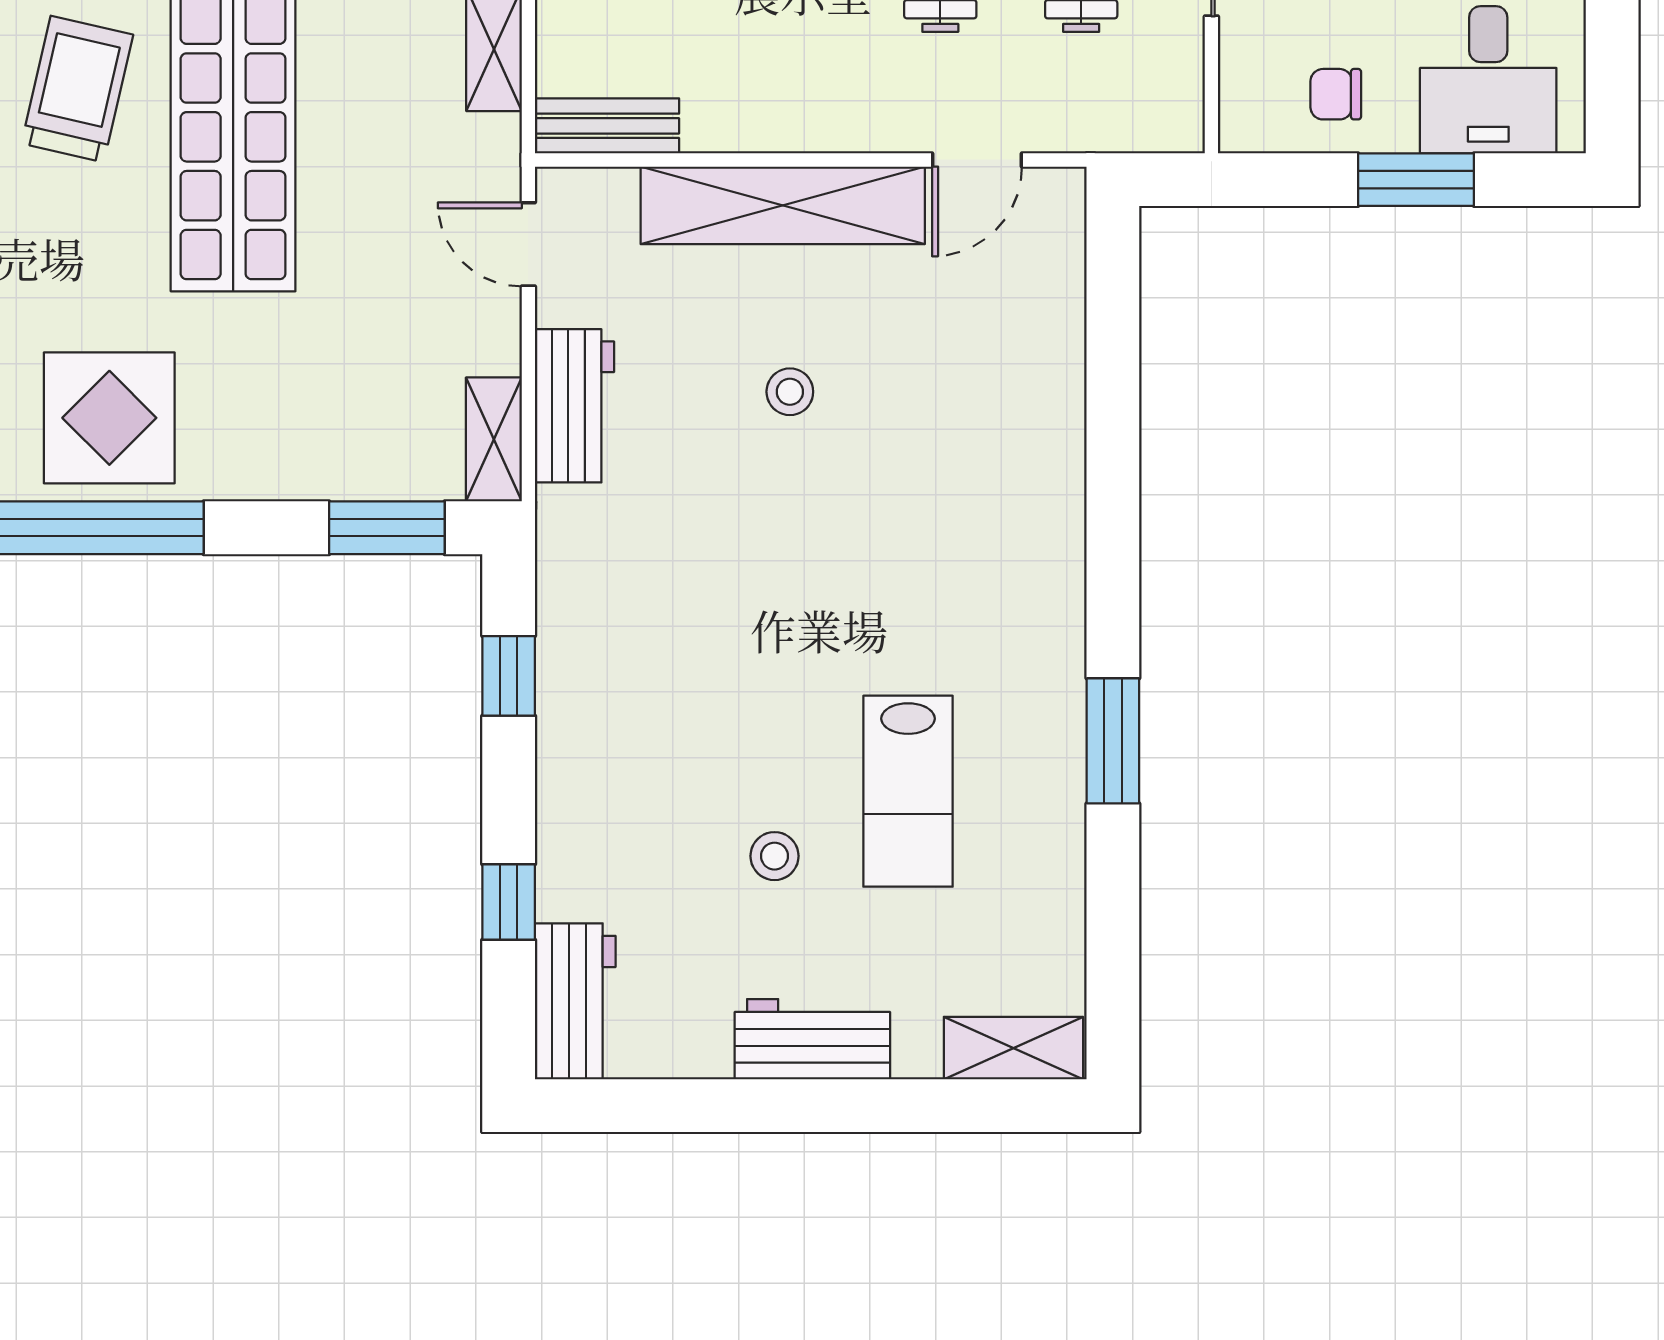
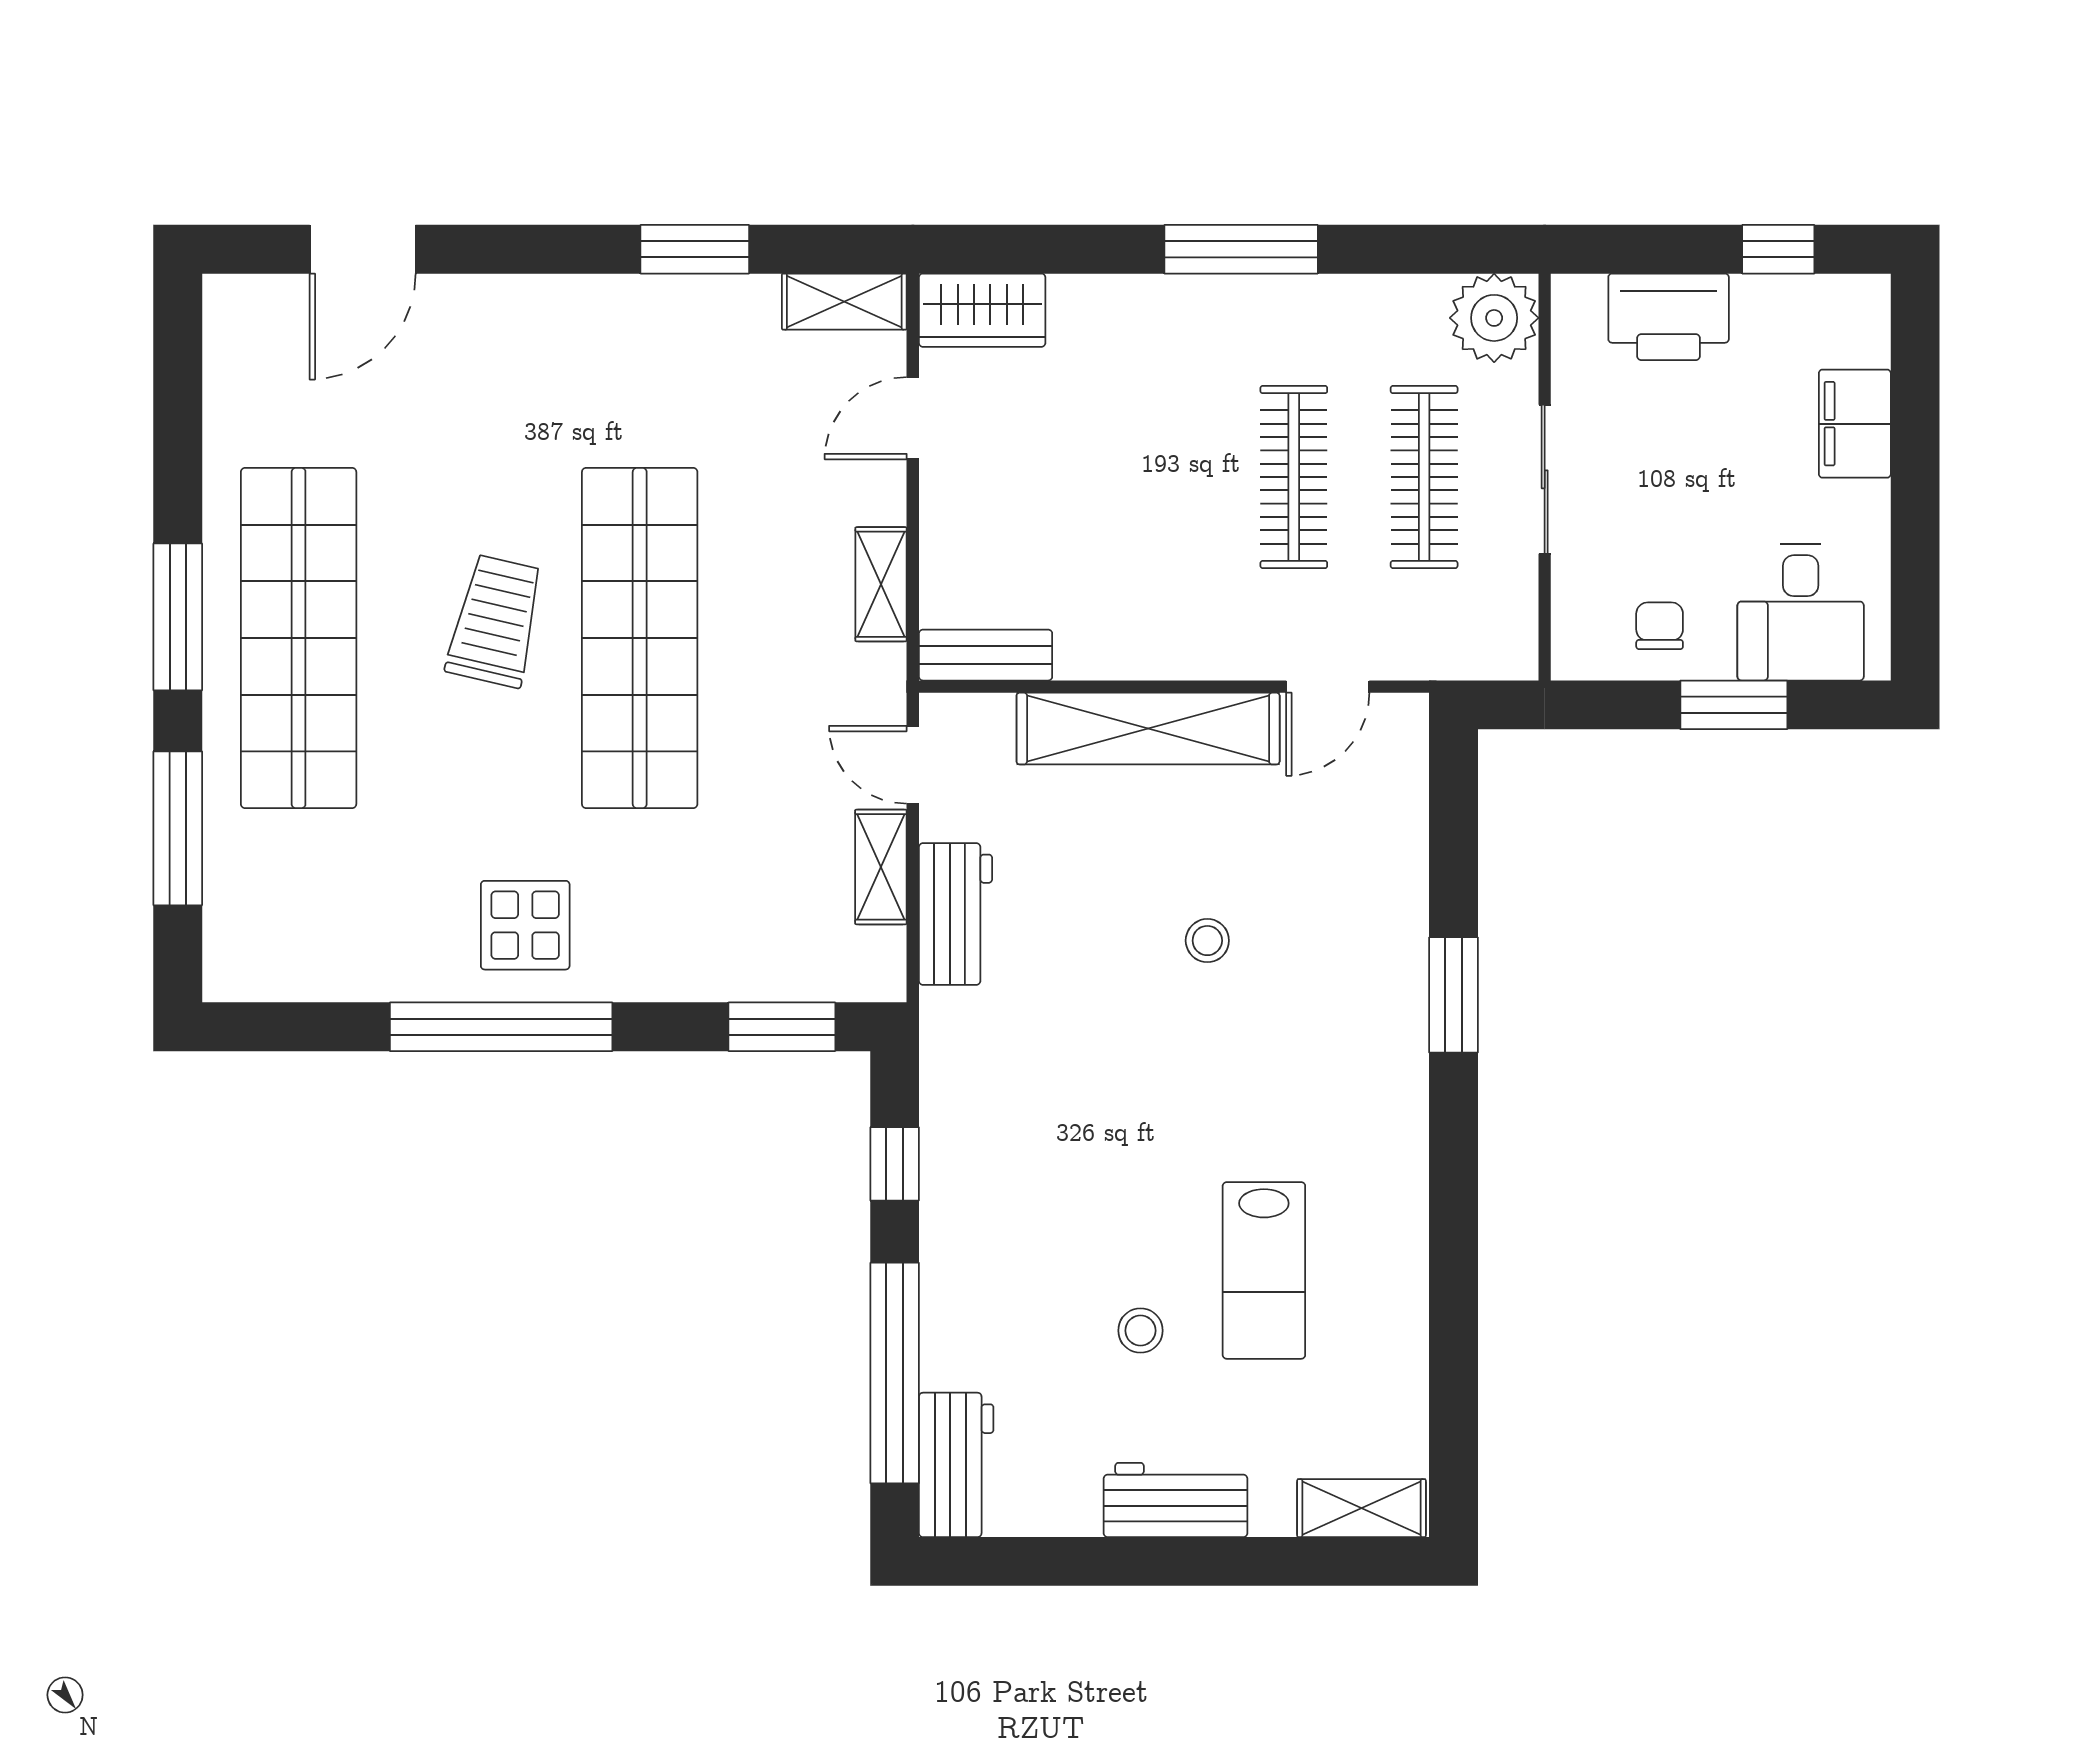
chair: (1336, 94) -> (1660, 626), turned 90
stool: (790, 392) -> (1207, 941), moved
display table: (109, 418) -> (525, 925), width x0.73, depth x0.73
shelving: (494, 439) -> (881, 867), moved
window: (1113, 741) -> (1453, 995), moved
window: (509, 902) -> (895, 1373), width x3.17

